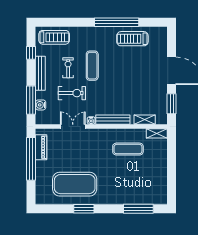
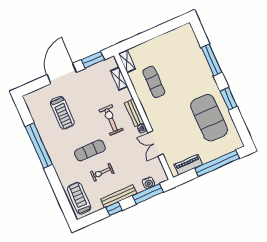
treadmill: (132, 39) -> (62, 113), moved
window: (31, 53) -> (114, 209), moved
exercise bike: (72, 93) -> (111, 120), moved
bench: (113, 120) -> (134, 113), width x0.73
window: (31, 159) -> (217, 163), moved
window: (138, 209) -> (211, 60), moved

